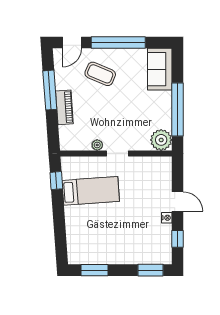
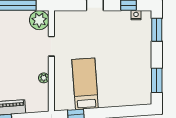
doorway: (118, 153) -> (51, 46), moved
nightstand: (167, 218) -> (136, 15), moved

